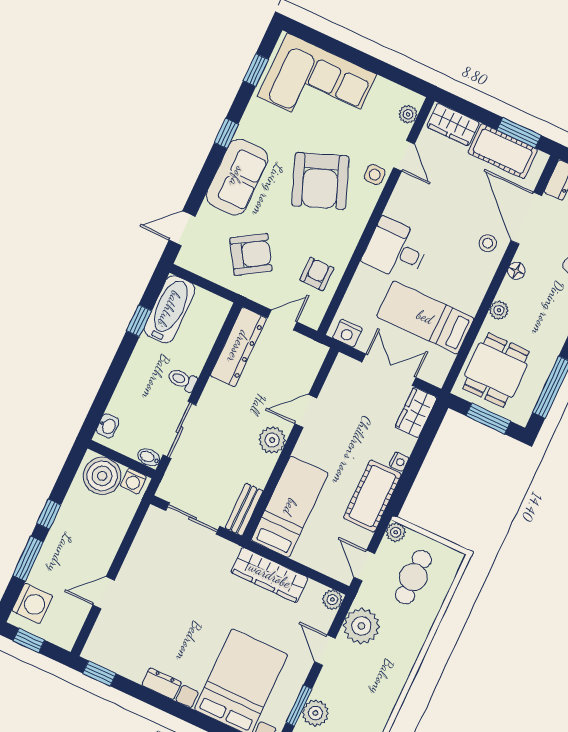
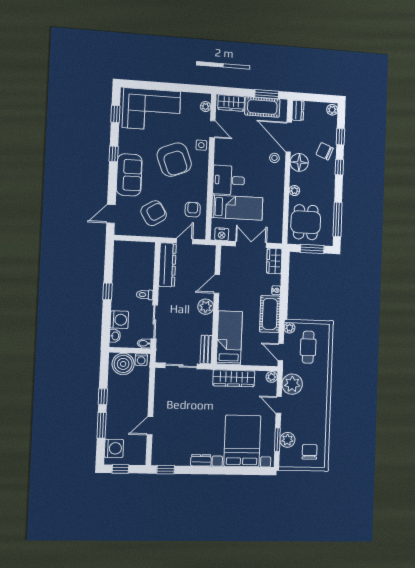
floor lamp: (516, 271) -> (299, 162), width x1.89, depth x1.89
bathtub: (169, 309) -> (122, 260), removed
bed: (425, 317) -> (237, 208), moved, turned 180
window: (139, 321) -> (108, 291), moved
washing machine: (125, 403) -> (119, 320), added

